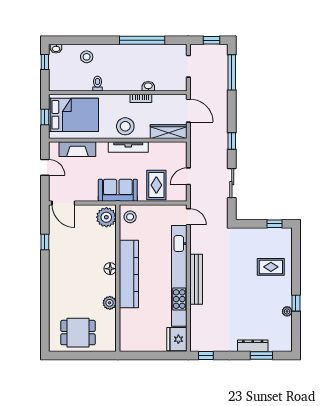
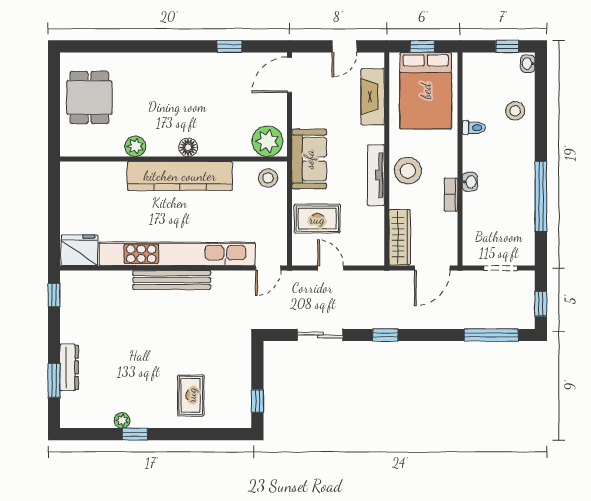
washbasin: (148, 86) -> (470, 182), moved

